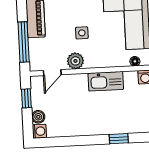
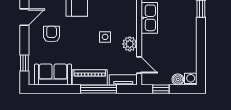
window: (24, 42) -> (98, 89), moved
tv unit: (35, 56) -> (123, 80), added

